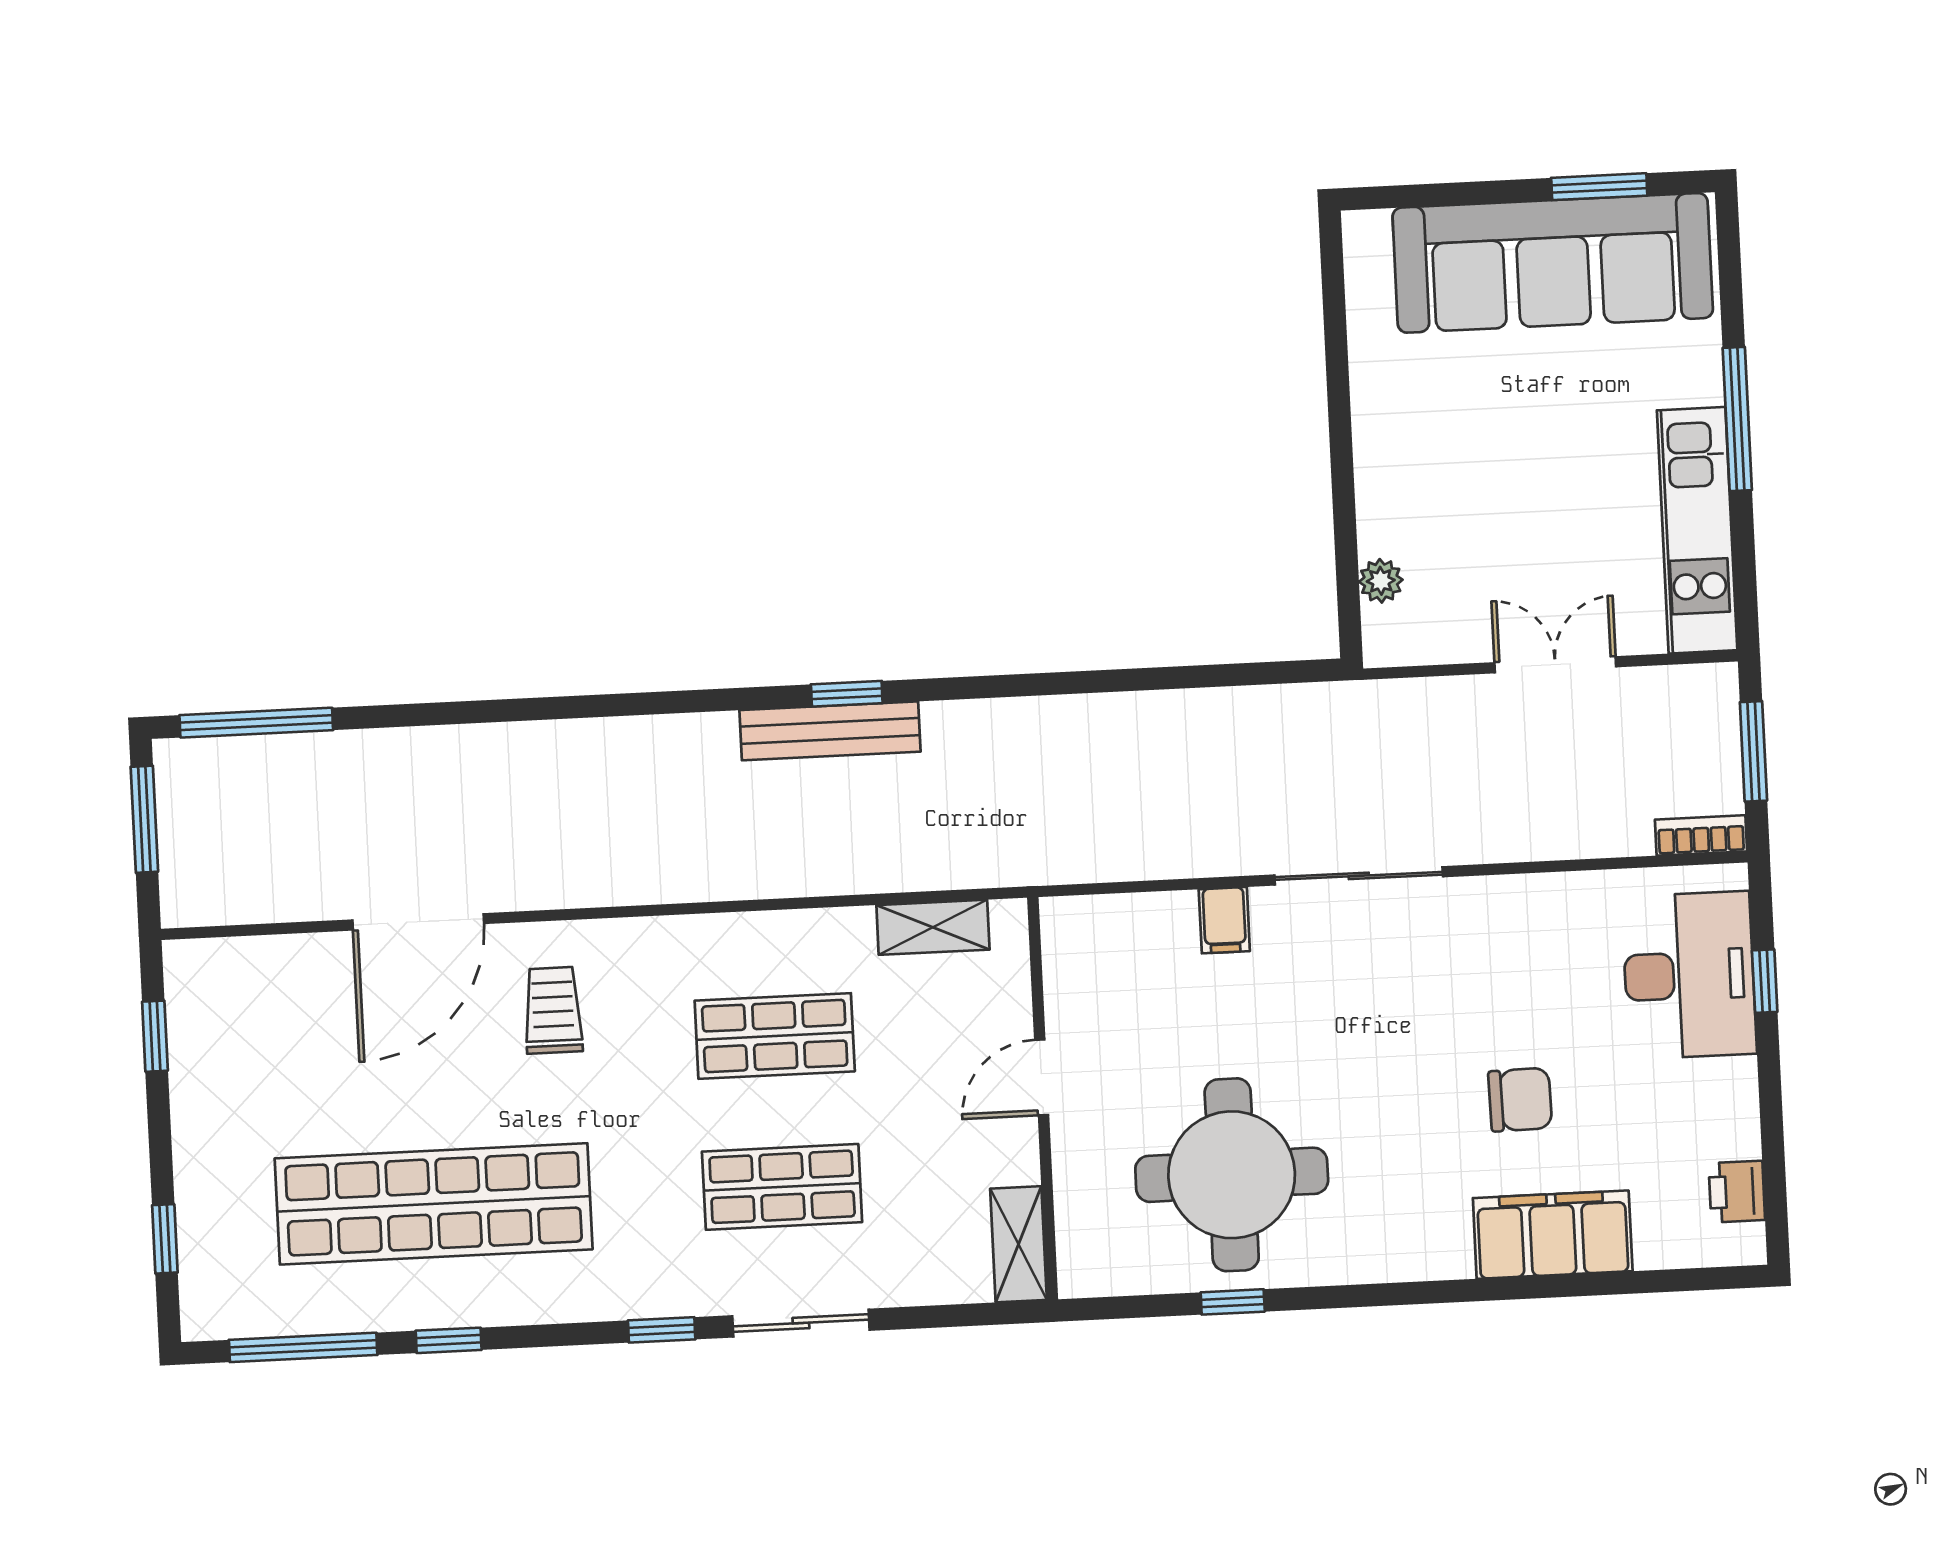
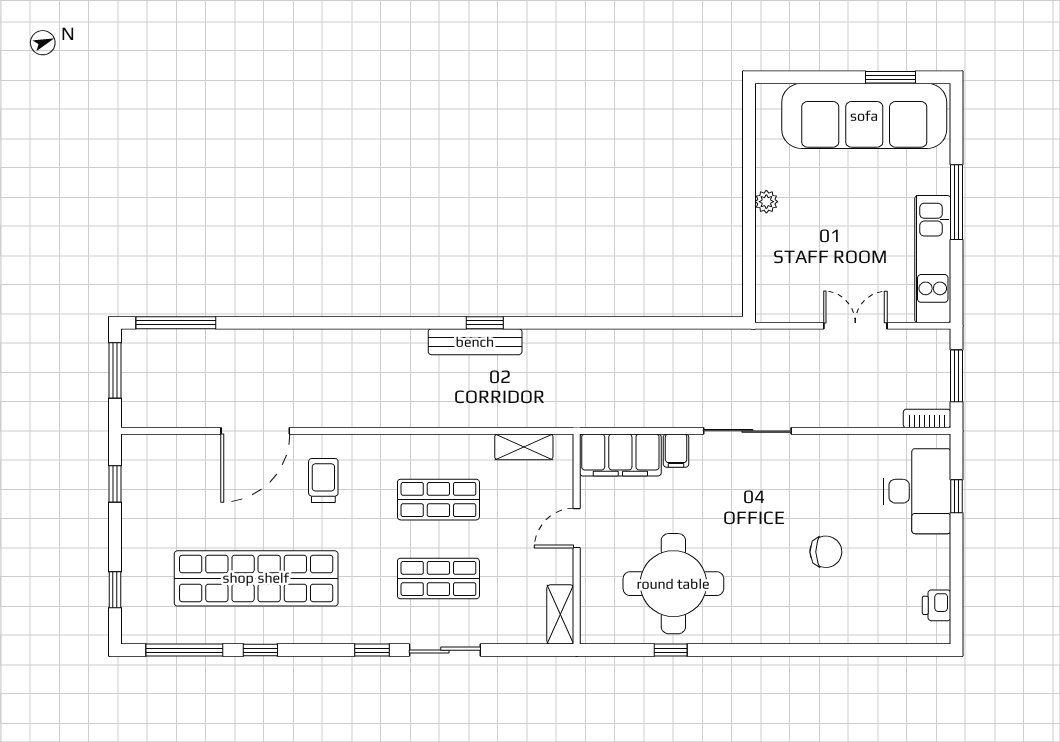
plant: (1381, 581) -> (766, 202), moved
filing cabinet: (1553, 1235) -> (620, 455), moved, turned 180

